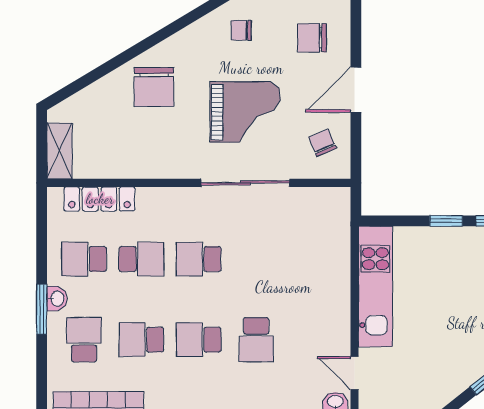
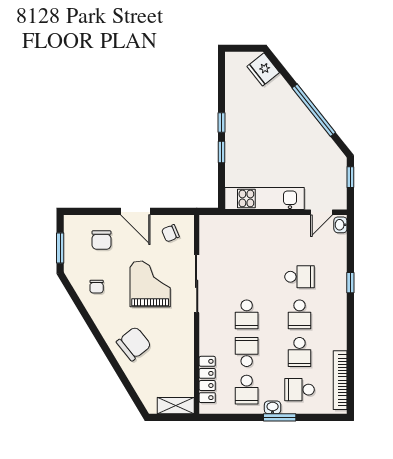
chair: (154, 87) -> (134, 344), turned -39

